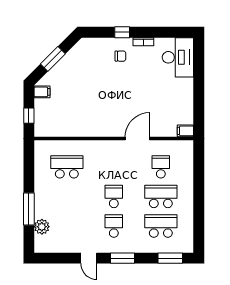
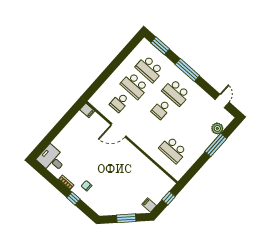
desk: (178, 57) -> (52, 159), width x0.73
school desk: (114, 226) -> (176, 93), width x1.85
door: (89, 258) -> (222, 101), moved
window: (122, 258) -> (187, 70), width x1.44

